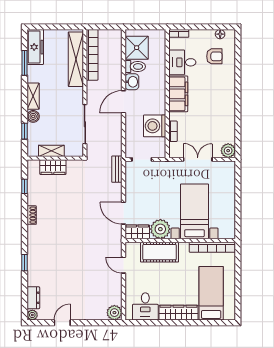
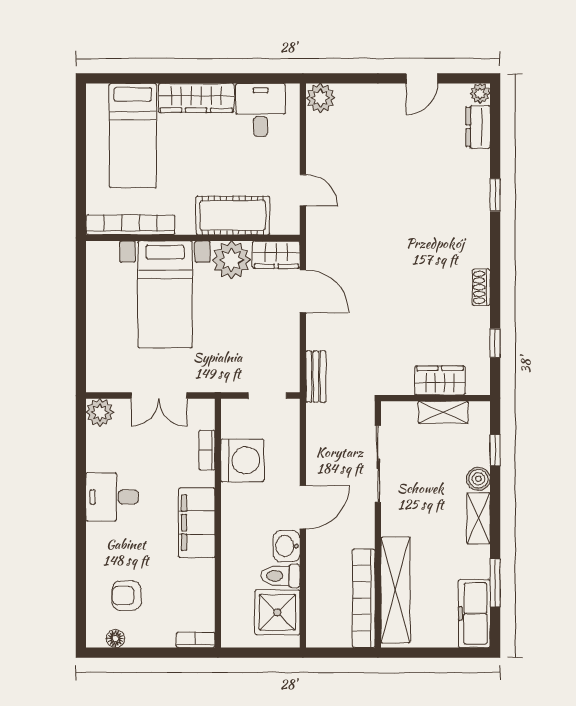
desk: (182, 62) -> (112, 497), moved, turned 180

